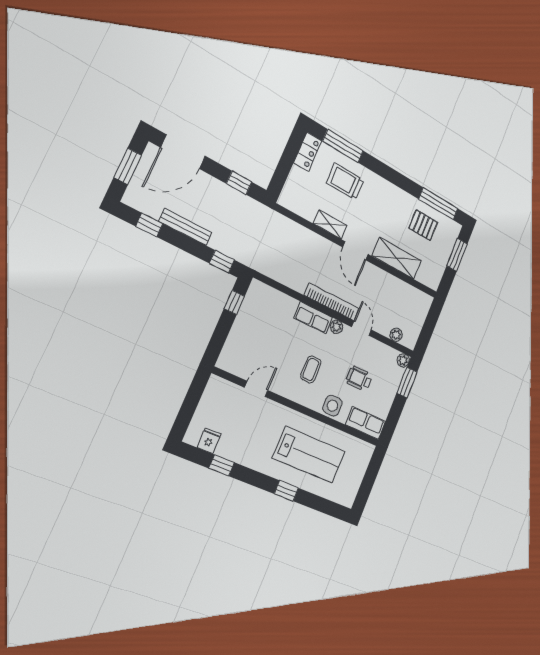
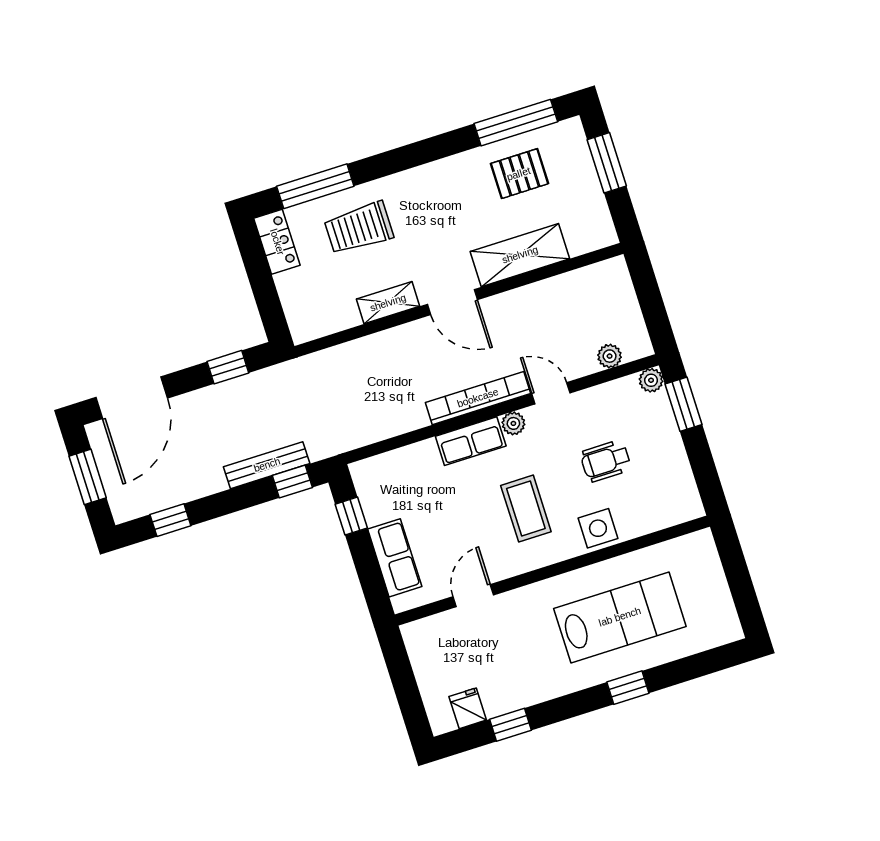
bench: (186, 227) -> (267, 465), moved
coffee table: (311, 369) -> (526, 509), width x1.36, depth x1.30
row of seats: (366, 423) -> (395, 558), moved, turned 90

